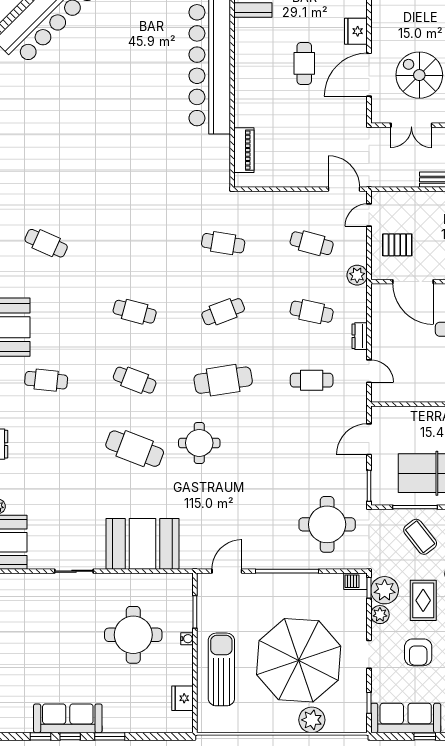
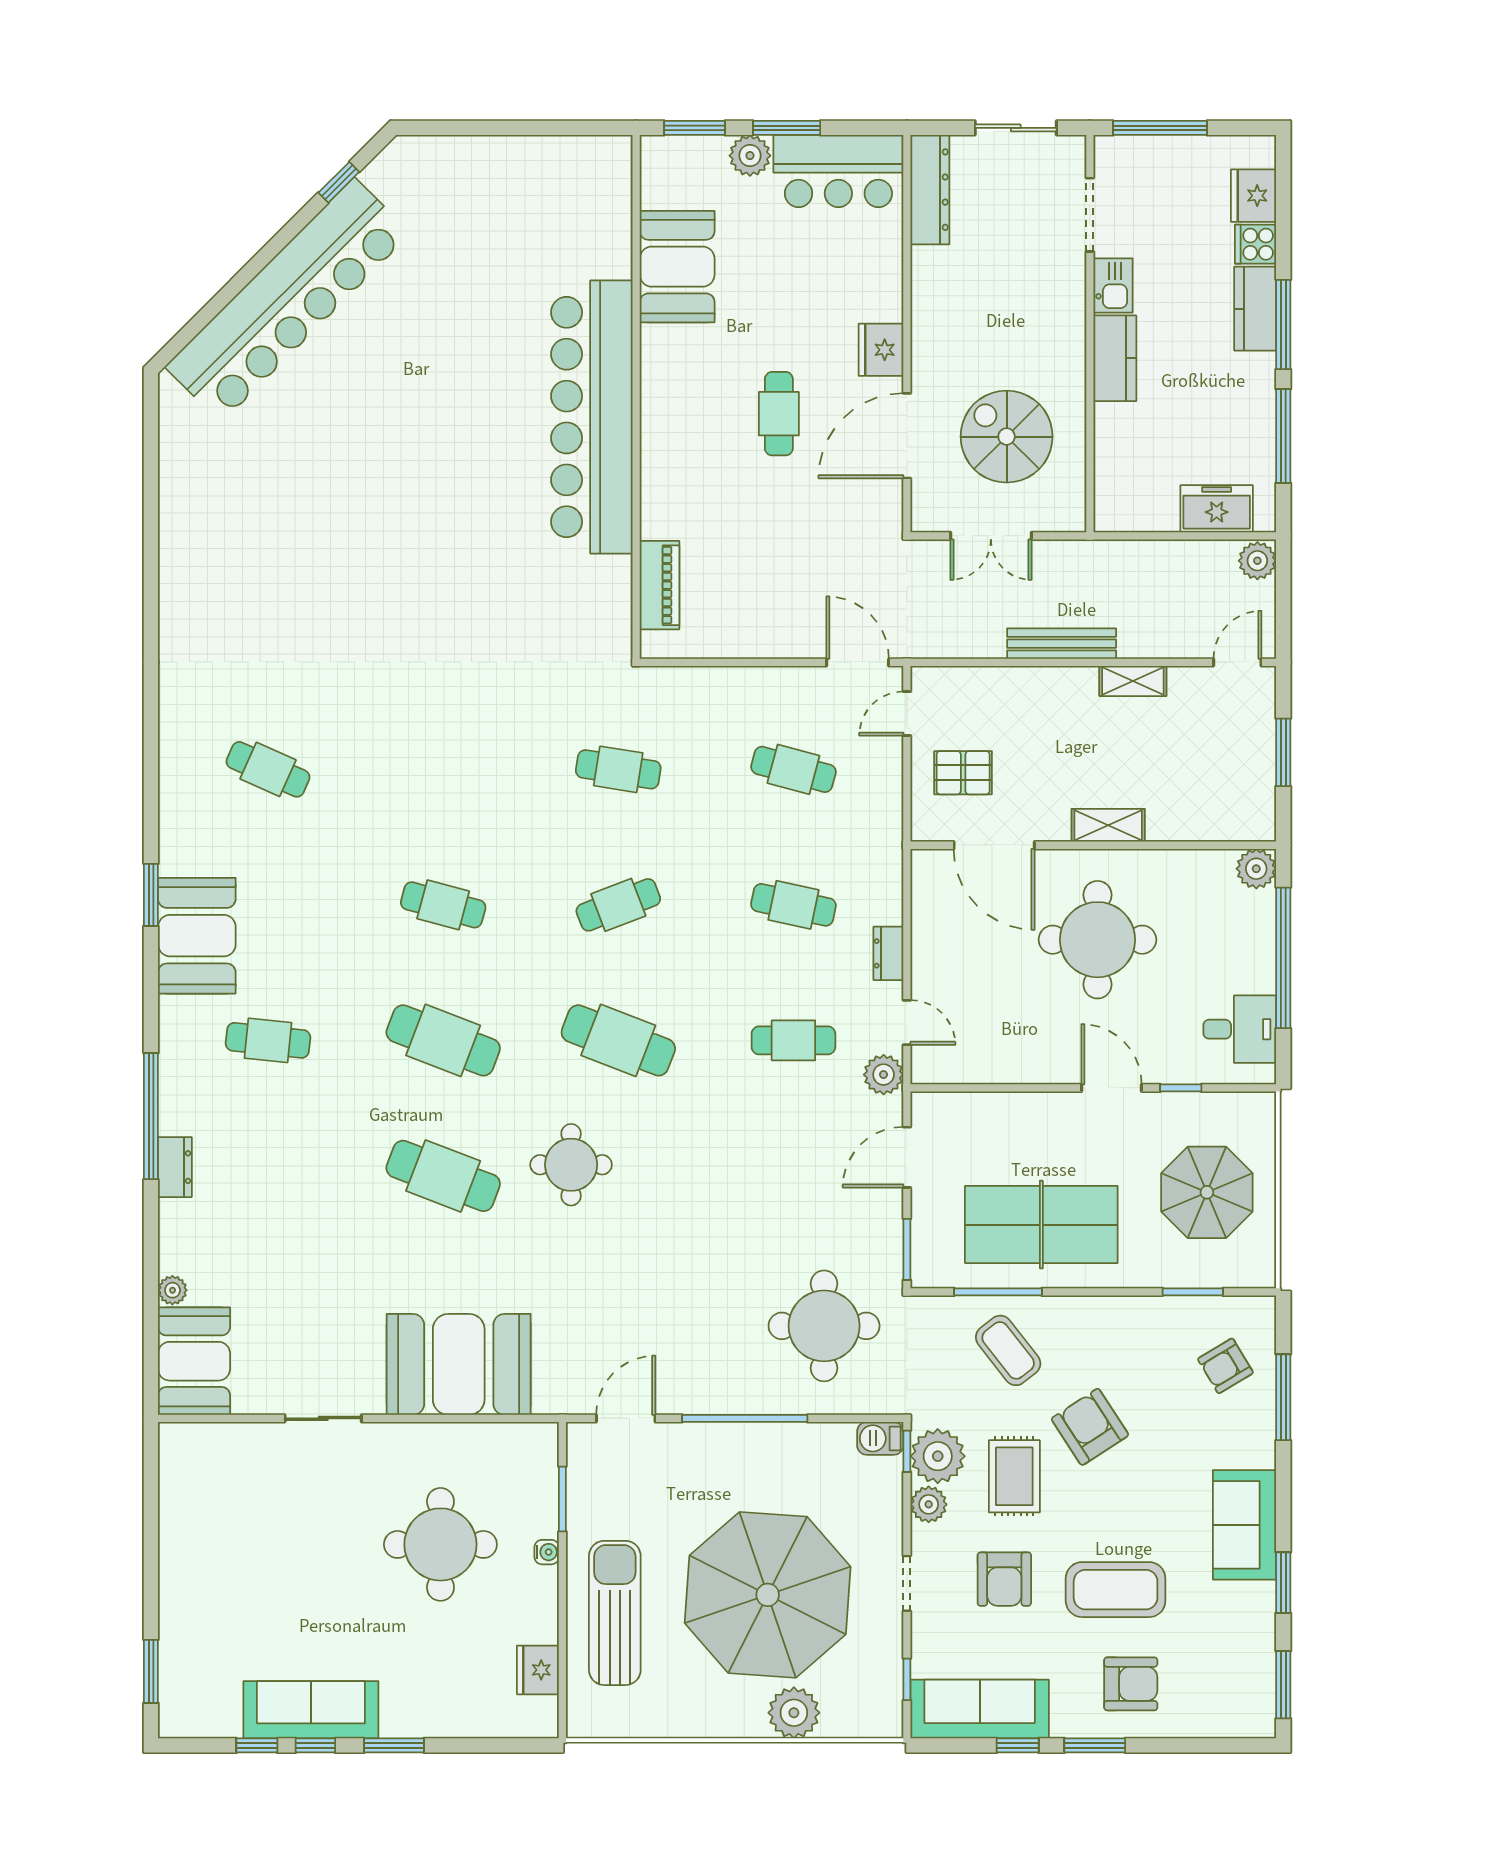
plant: (357, 275) -> (884, 1075), moved
cafe table: (135, 380) -> (443, 1040), width x1.37, depth x1.35
cafe table: (223, 380) -> (618, 1040), turned 30

